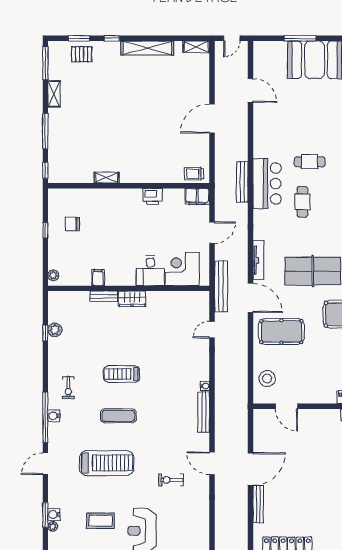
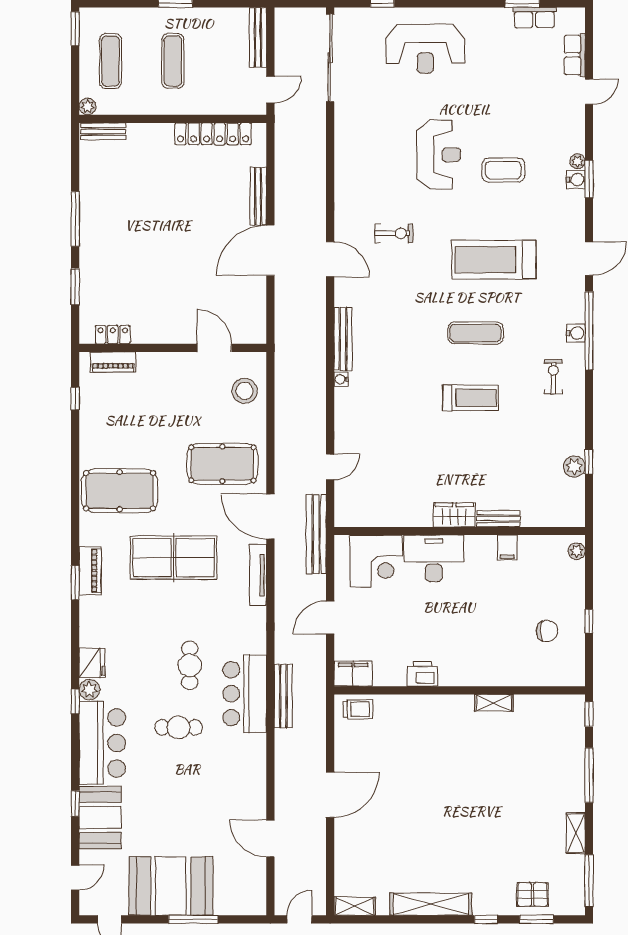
desk: (150, 271) -> (434, 558), width x1.37

